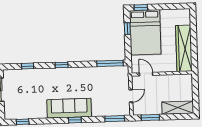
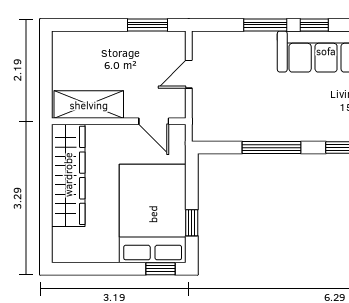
window: (110, 63) -> (272, 148), moved
shelving: (178, 108) -> (89, 105), moved
window: (115, 119) -> (265, 25), moved

